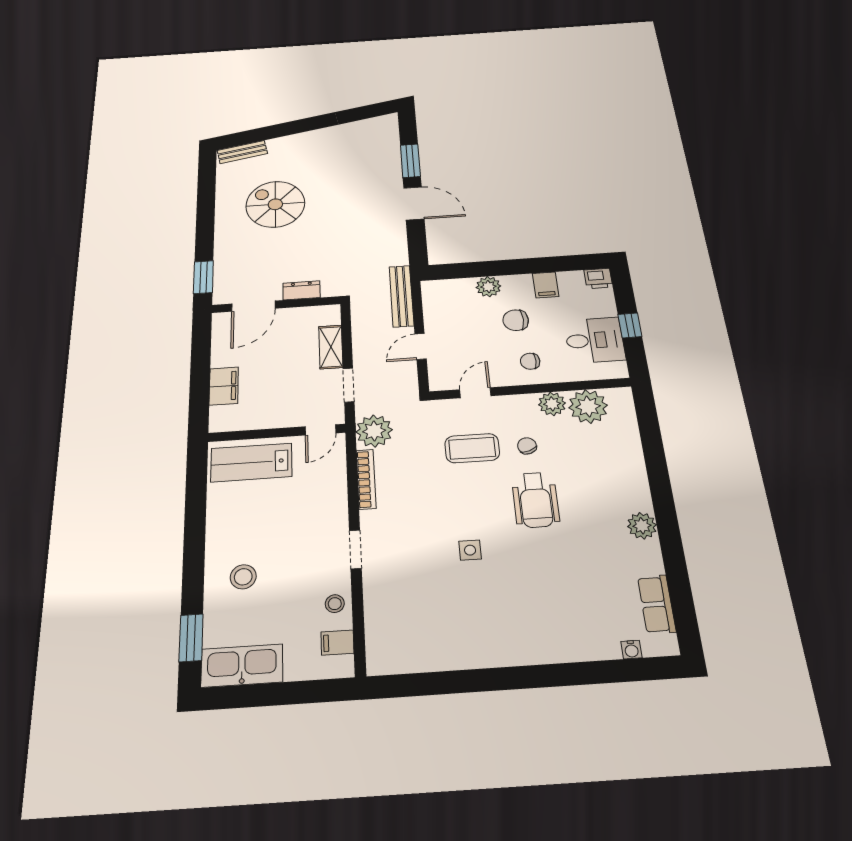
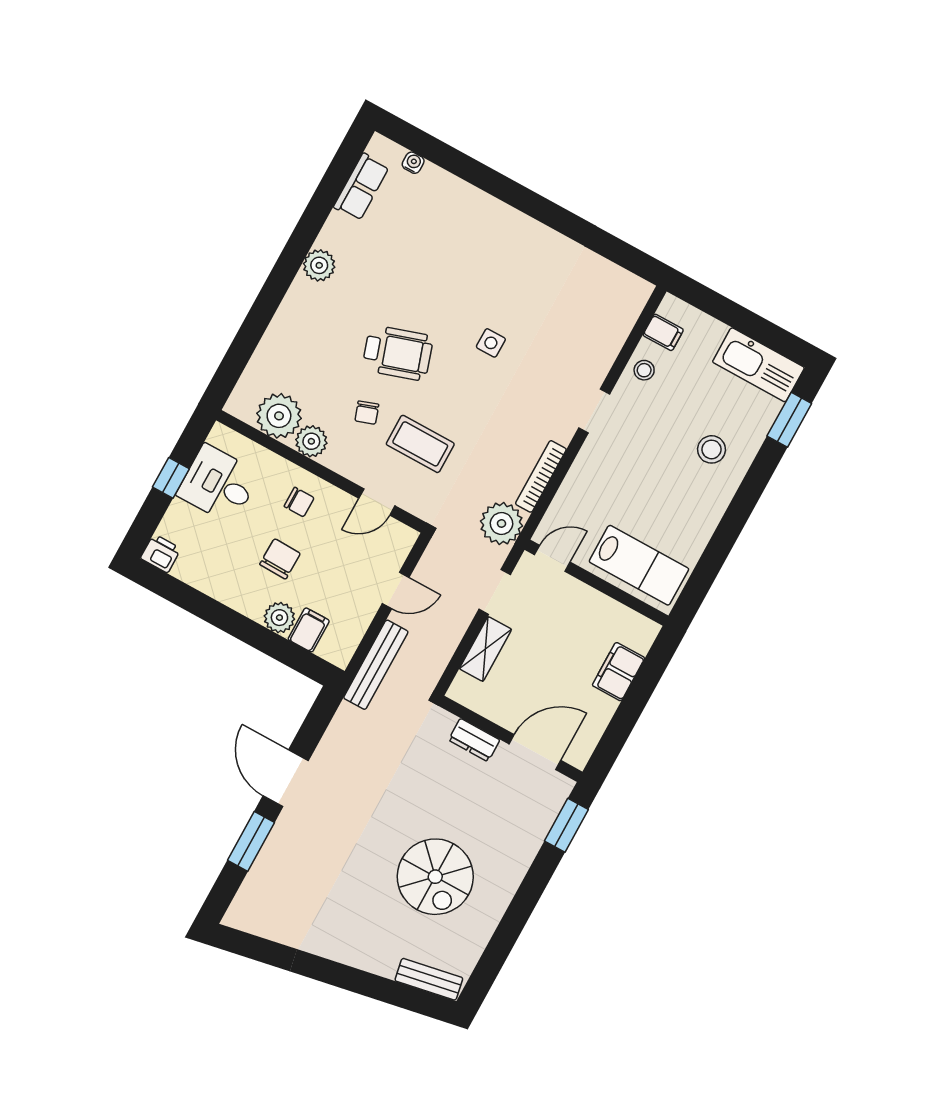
filing cabinet: (546, 285) -> (309, 630), moved
chair: (516, 320) -> (280, 559), turned -89
wheelchair: (536, 500) -> (398, 353), turned 72

